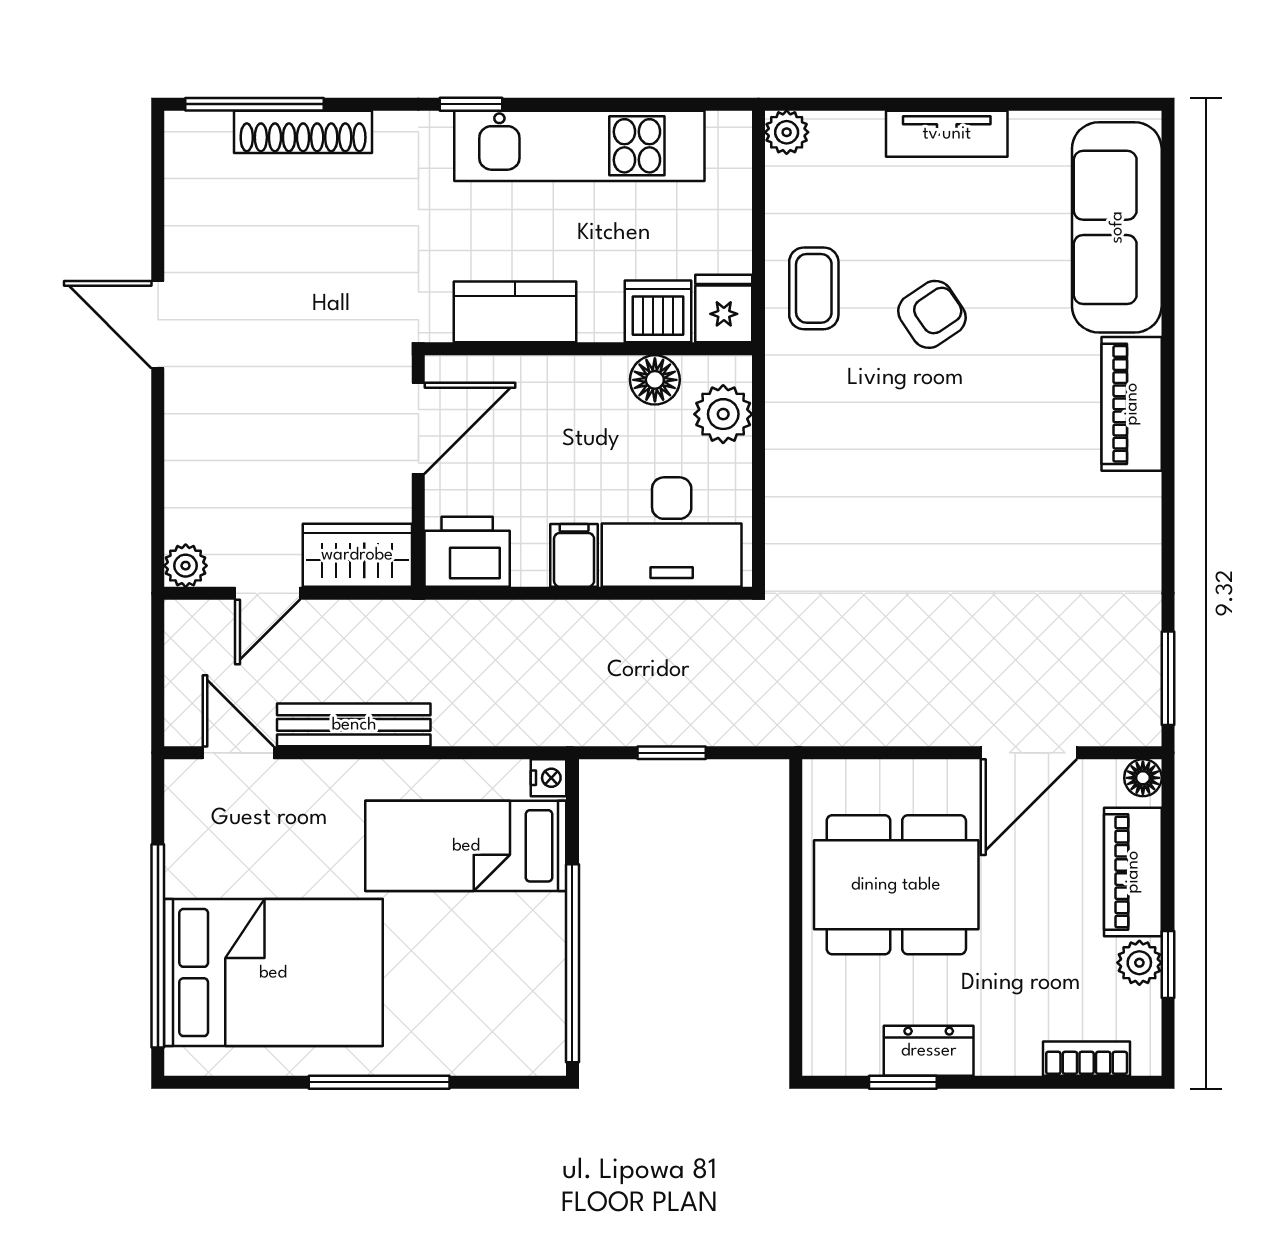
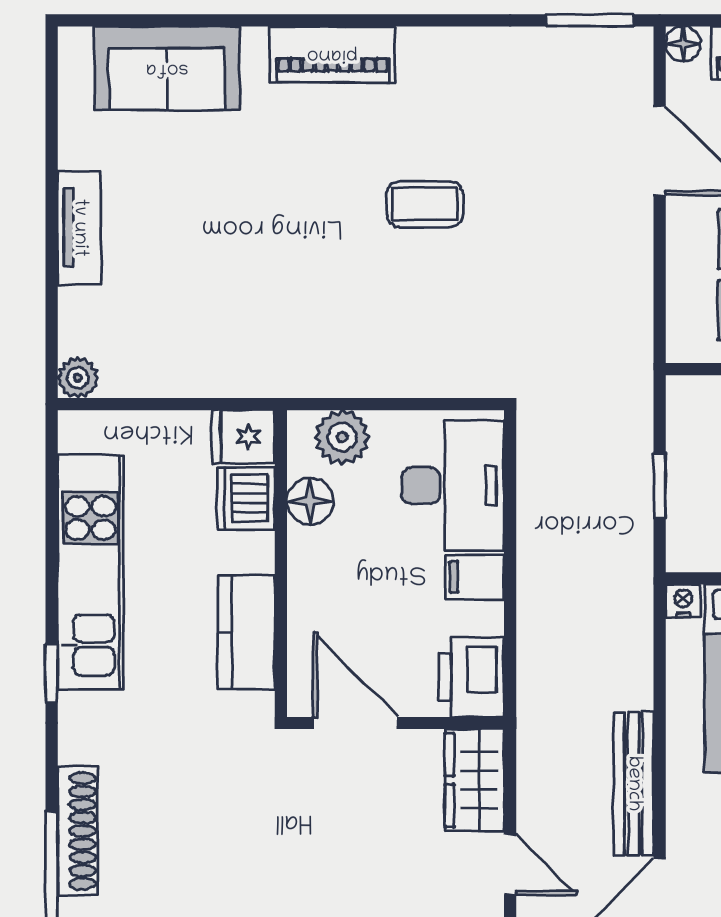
sofa: (1117, 227) -> (167, 68), width x0.73
coffee table: (814, 288) -> (425, 204), moved
armchair: (932, 314) -> (249, 241), removed

